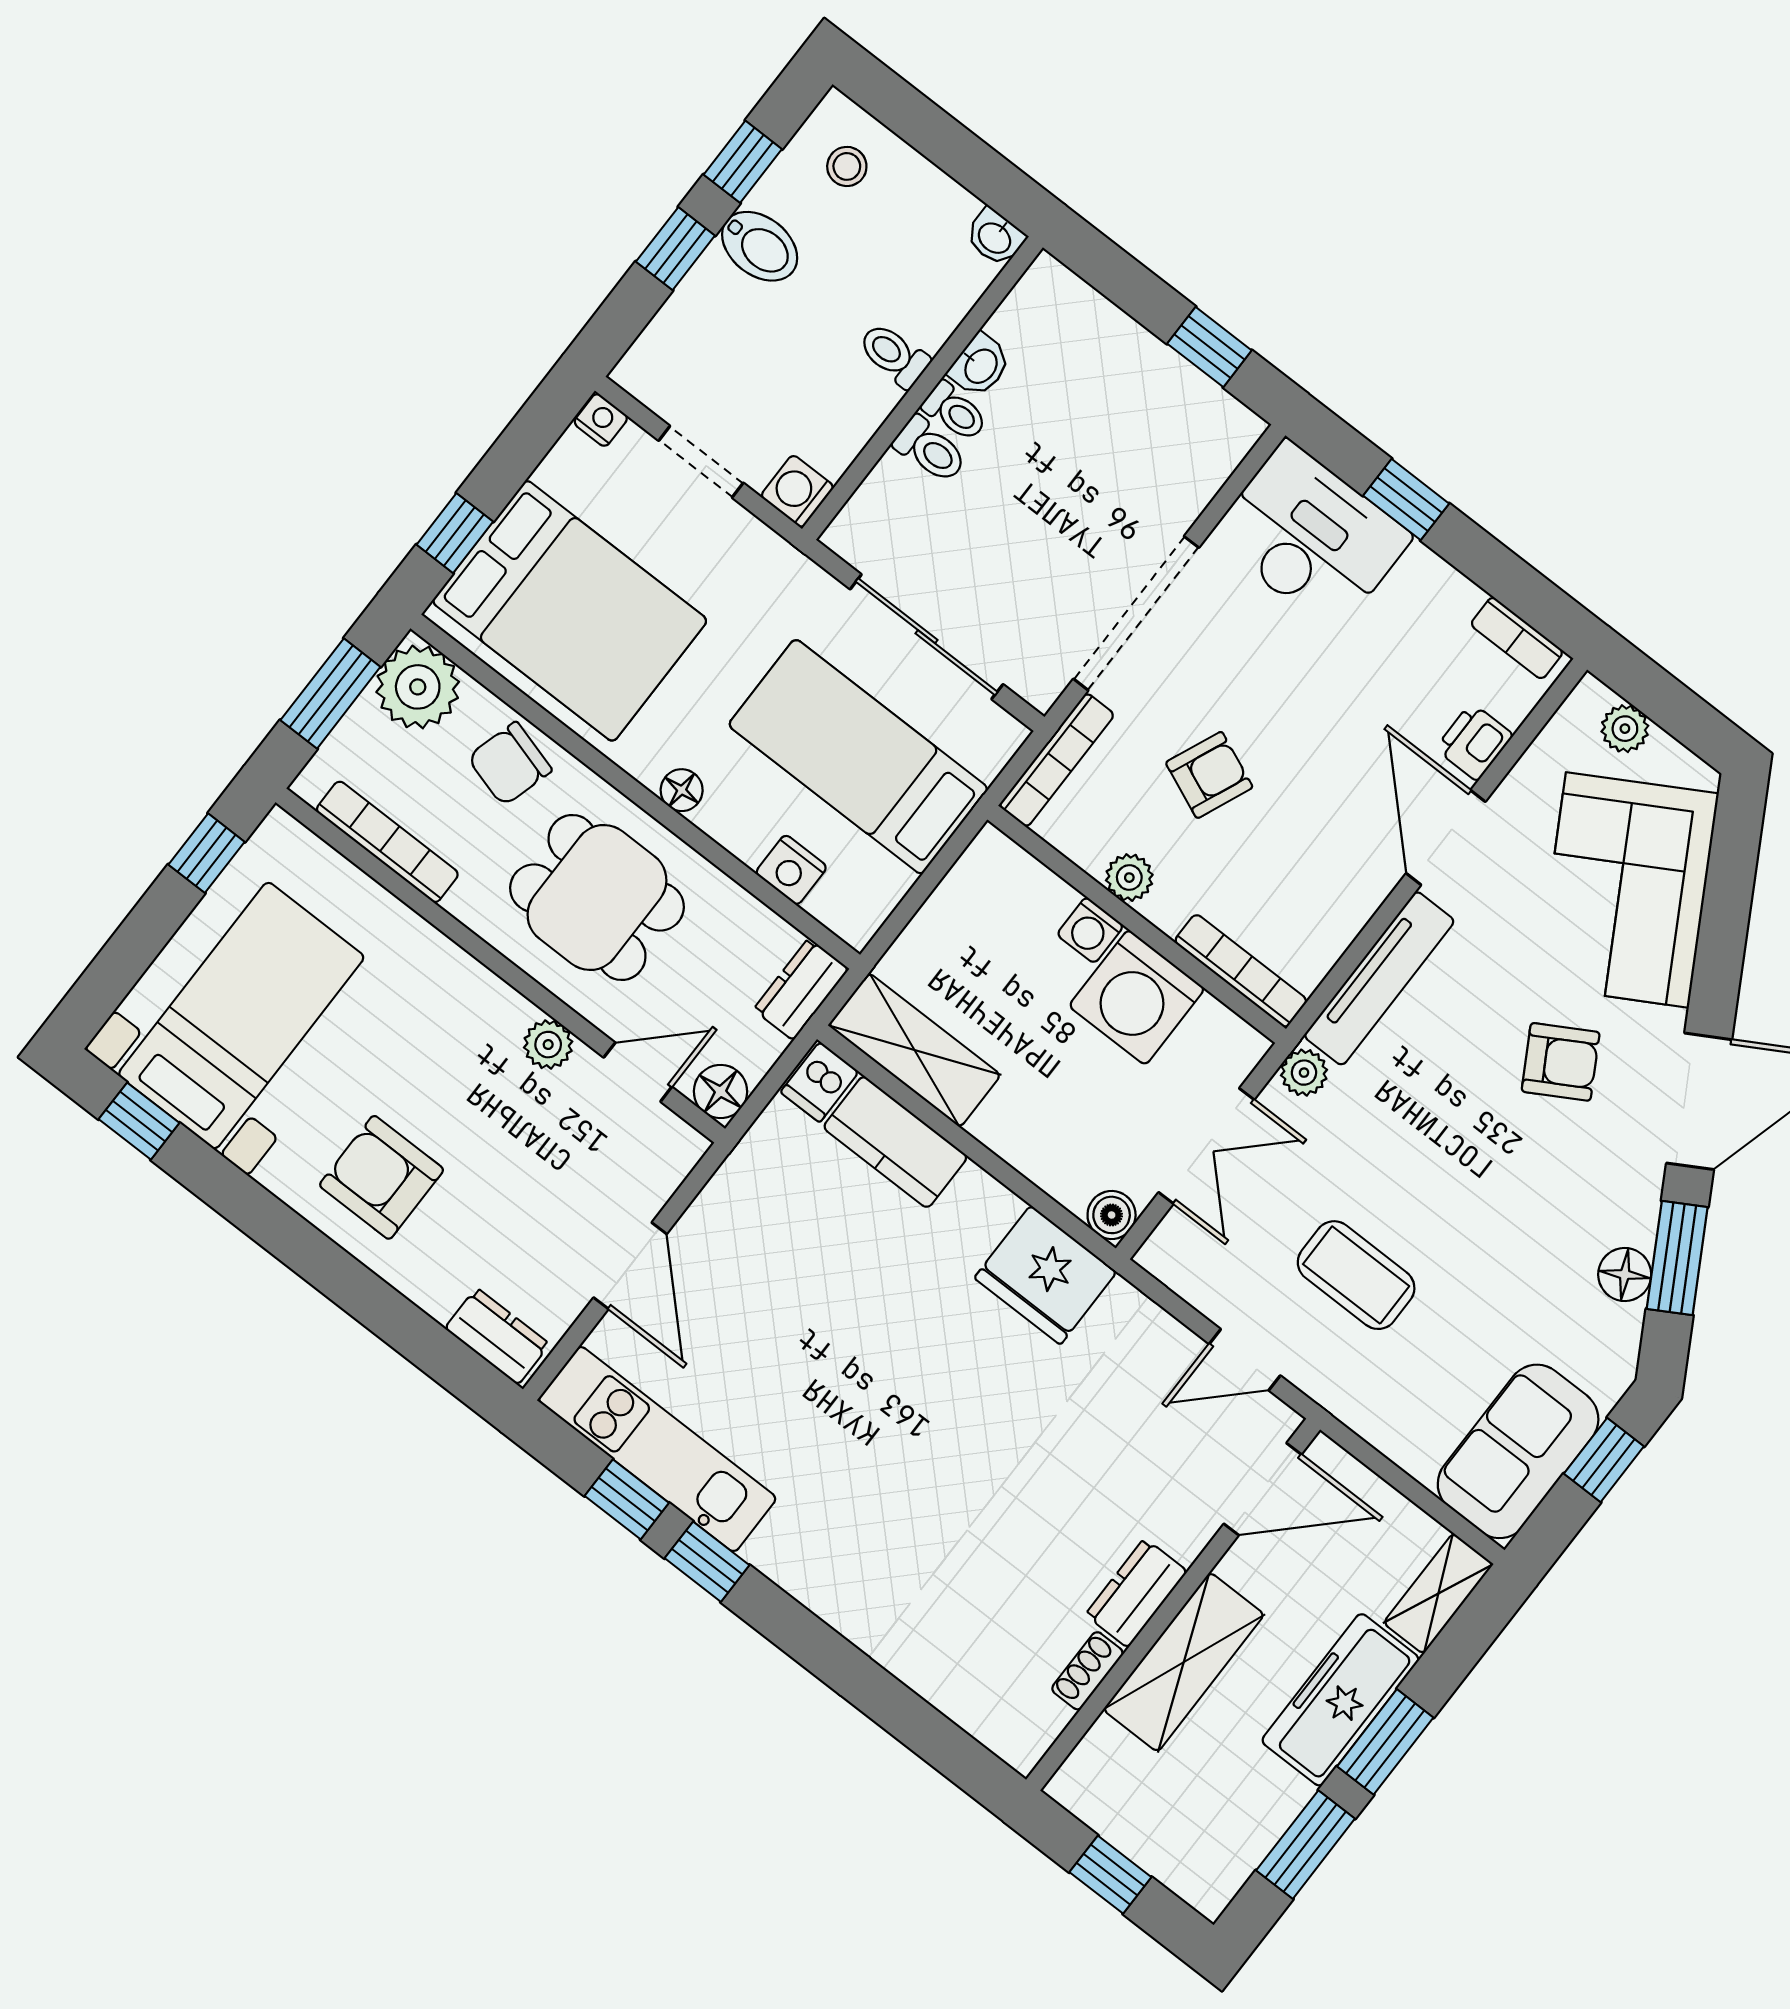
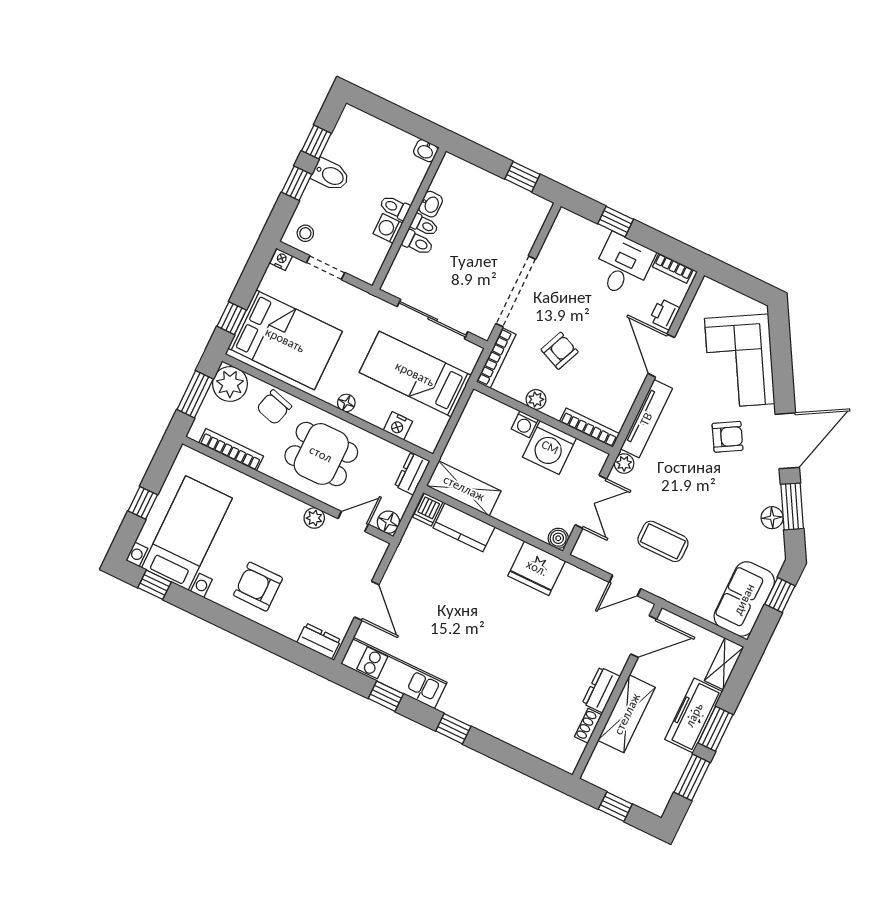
stool: (847, 166) -> (305, 233), moved
washing machine: (797, 491) -> (388, 228), moved
desk: (1311, 537) -> (623, 266), moved, width x0.73
plant: (1625, 729) -> (725, 296), removed
window: (207, 853) -> (143, 503), moved
window: (707, 1562) -> (453, 729), moved

